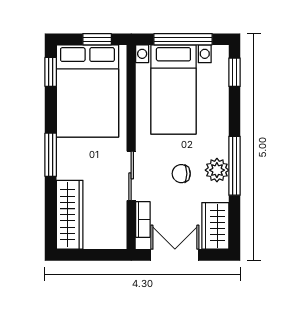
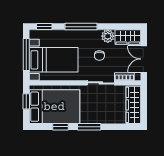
window: (51, 72) -> (61, 127), moved
window: (235, 166) -> (81, 27), moved
plant: (217, 170) -> (108, 36), moved
wardrobe: (70, 215) -> (133, 105), moved, turned -90

